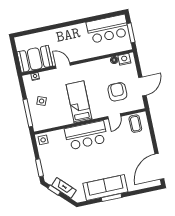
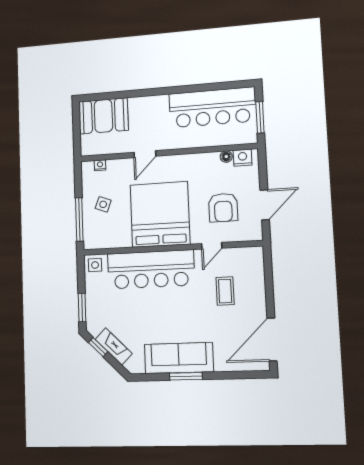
bar counter: (108, 29) -> (212, 107), width x1.36
booth: (35, 59) -> (103, 116), moved
door: (63, 66) -> (145, 154), swing flipped
armchair: (117, 92) -> (223, 208), turned 180
bed: (79, 102) -> (160, 214), width x2.04
coffee table: (135, 124) -> (225, 291), moved
bar counter: (86, 135) -> (151, 269), width x1.36

